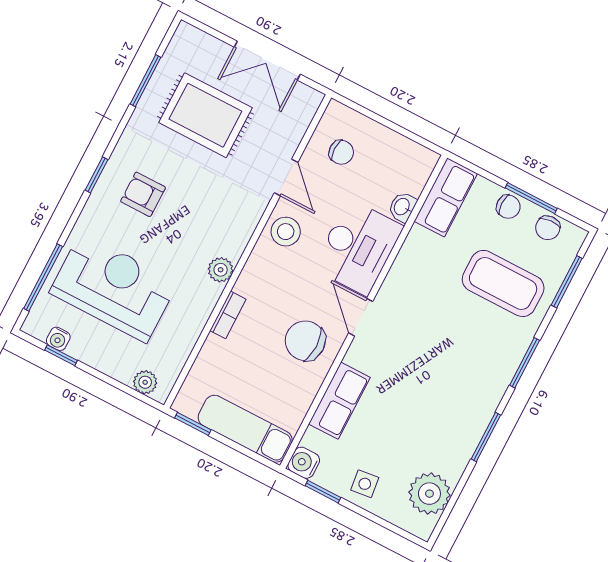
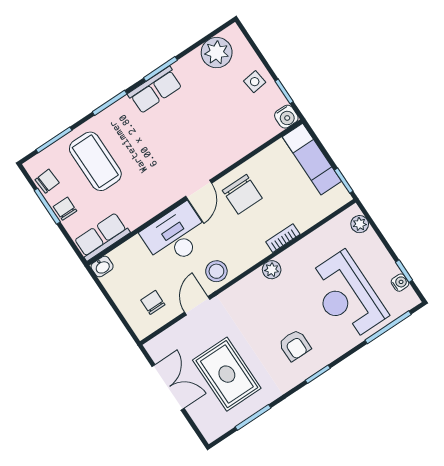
washbasin: (402, 207) -> (102, 266), moved
row of seats: (339, 401) -> (155, 90), moved, turned 180

